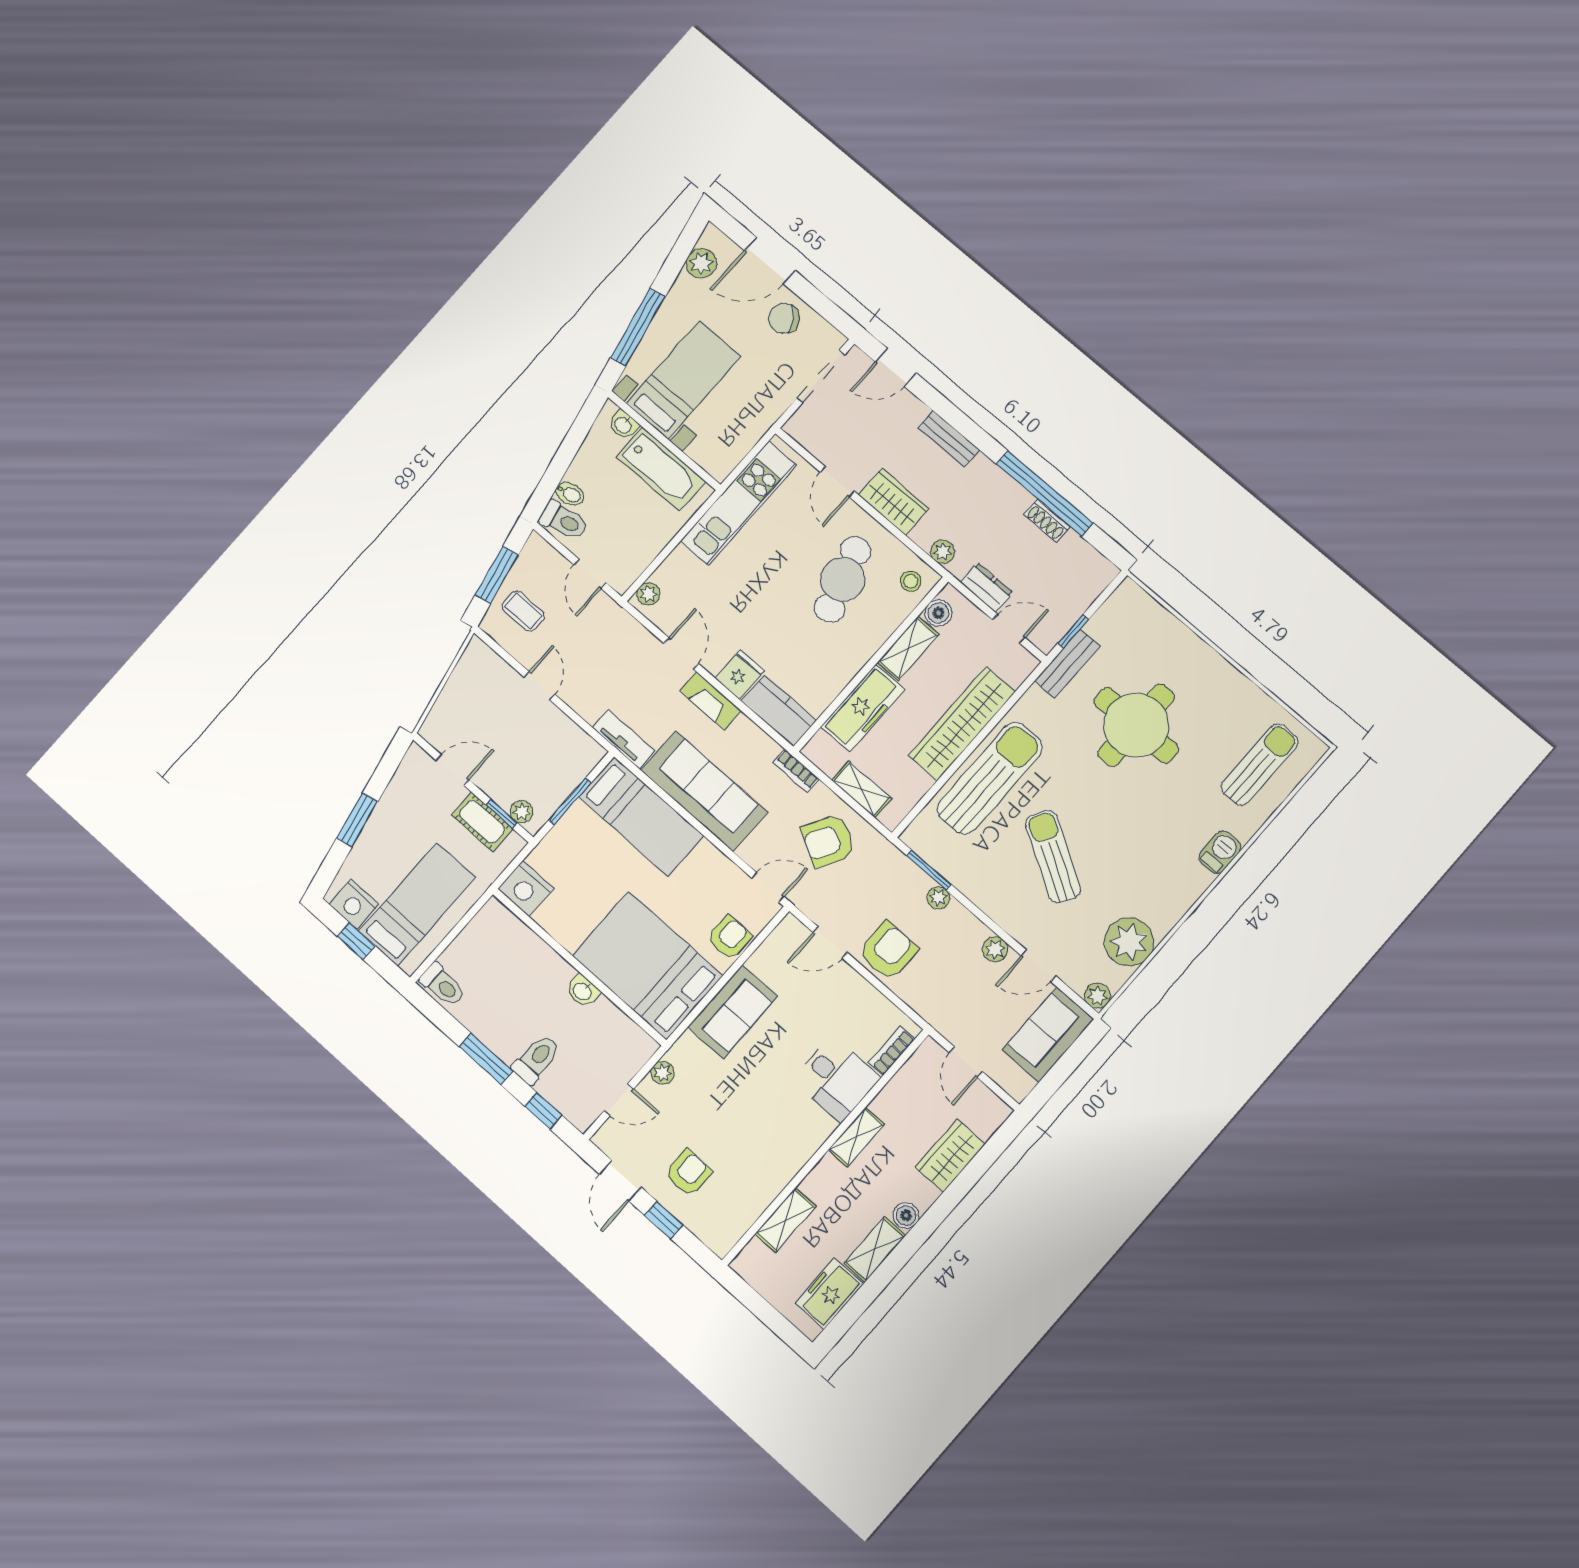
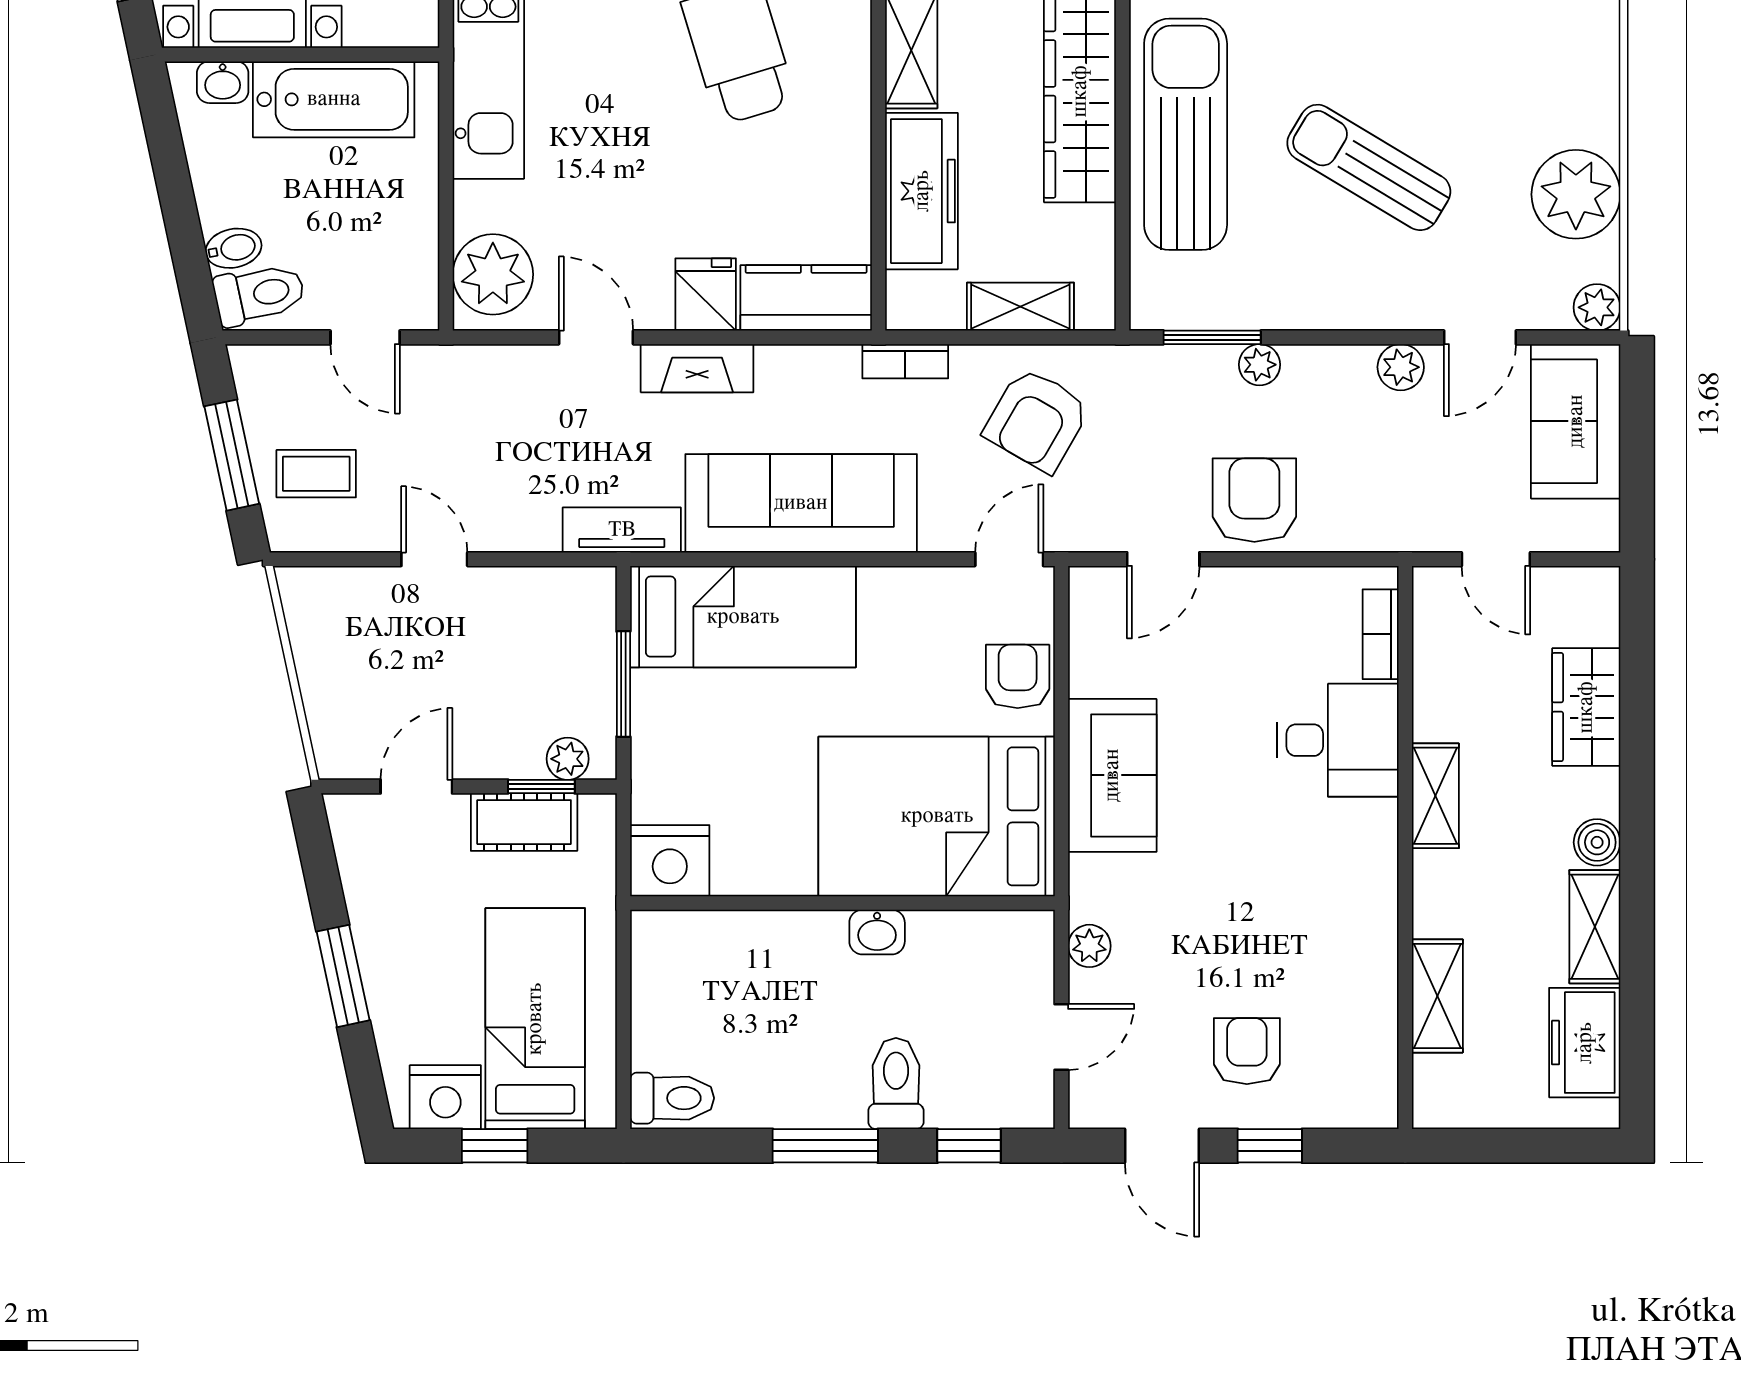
plant: (648, 594) -> (493, 274), width x1.88, depth x1.88

